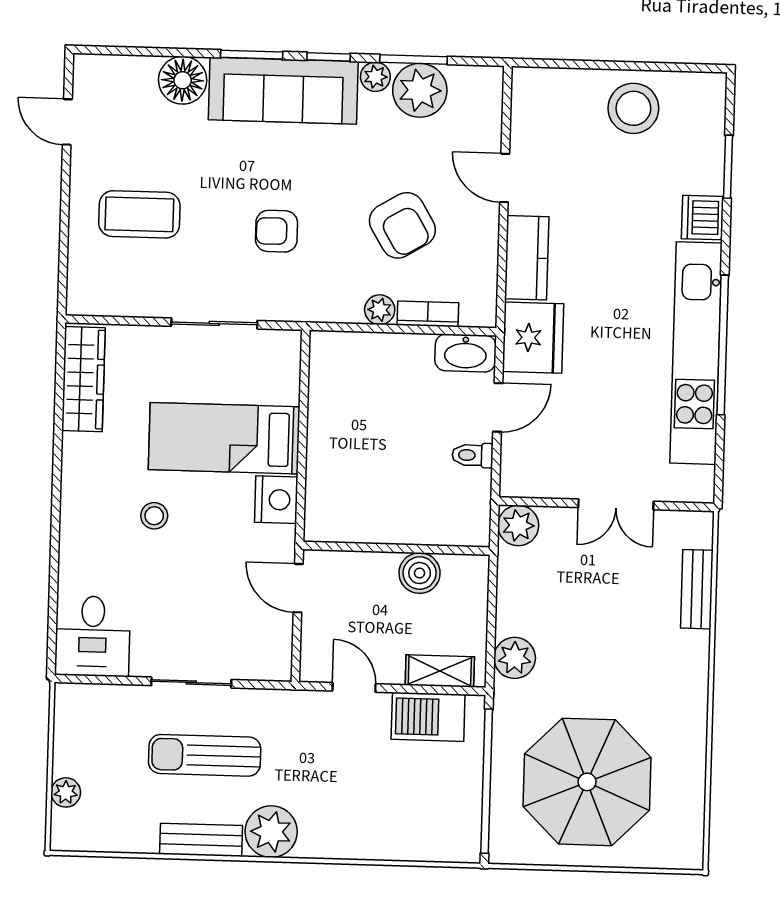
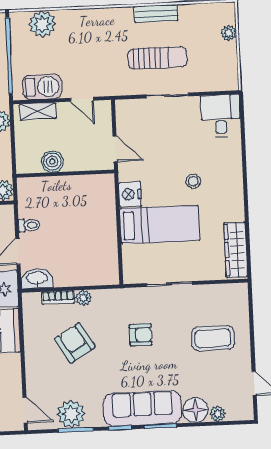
plant: (375, 77) -> (218, 414), moved
door: (505, 178) -> (25, 410), moved
plant: (271, 832) -> (42, 24), moved

